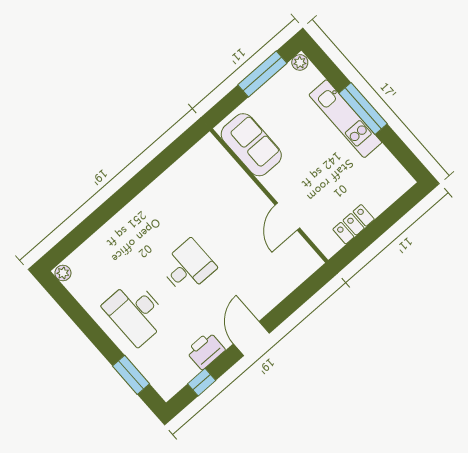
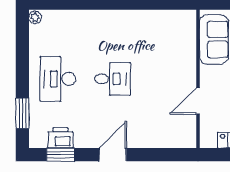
printer: (205, 350) -> (60, 138), moved
window: (202, 382) -> (61, 155), width x1.50

